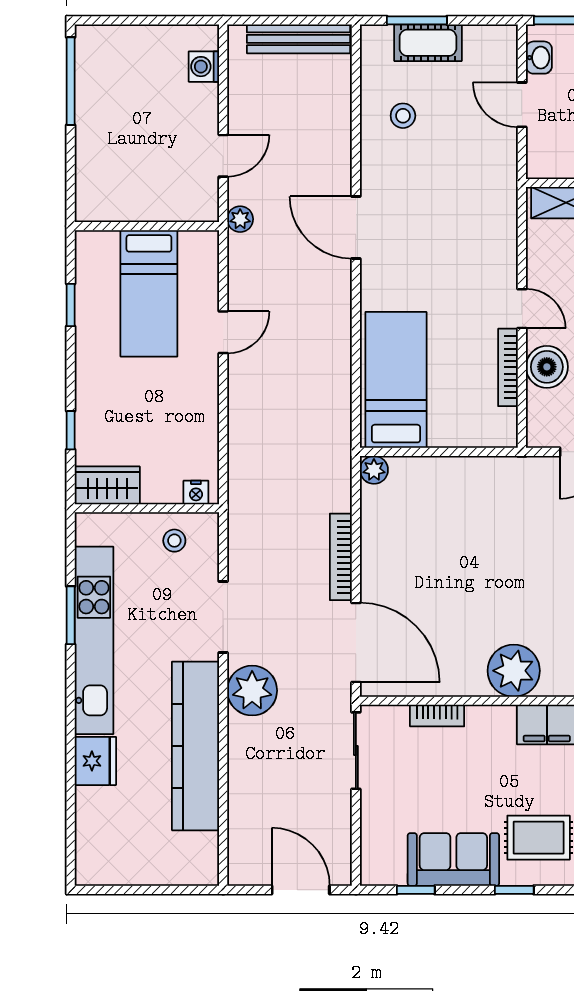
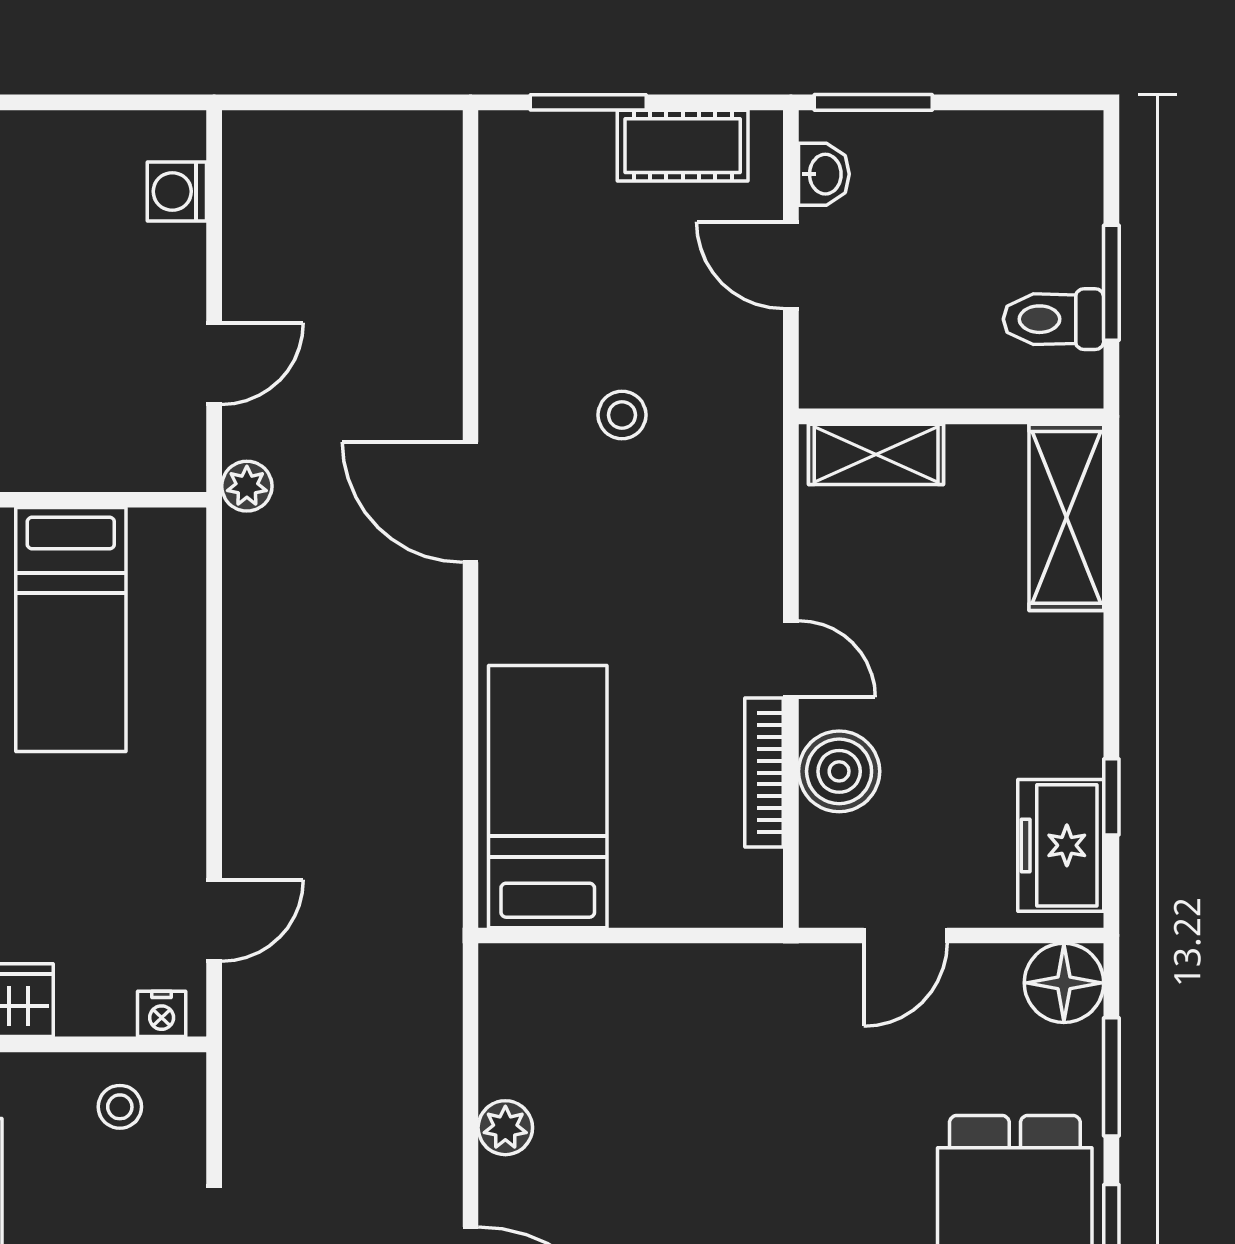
bench: (298, 39) -> (359, 138), removed
cot: (428, 43) -> (683, 146), moved
stool: (403, 116) -> (622, 415), moved
door: (223, 332) -> (214, 920), moved
plant: (374, 470) -> (505, 1128), moved
bookcase: (341, 557) -> (441, 1138), removed

